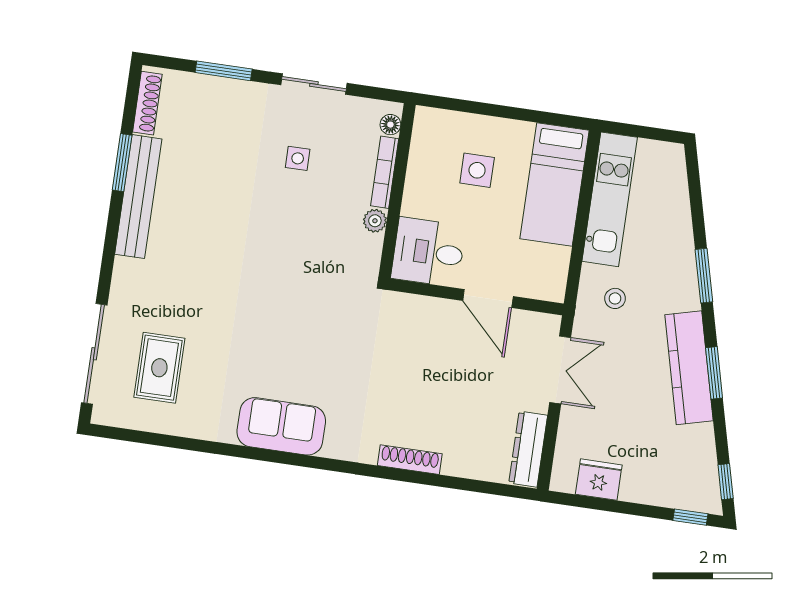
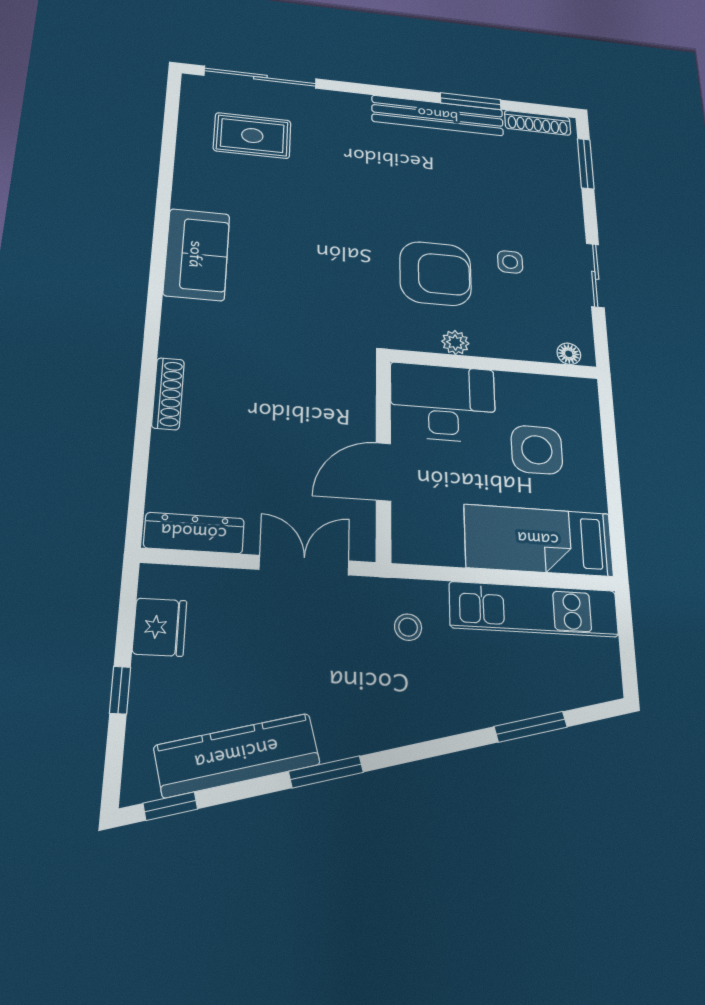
window: (224, 71) -> (586, 164), moved
side table: (477, 170) -> (537, 450), width x1.37, depth x1.37
bookcase: (385, 172) -> (513, 350), removed
armchair: (307, 227) -> (436, 274), added
desk: (428, 252) -> (443, 403), width x1.37
window: (704, 276) -> (531, 727), moved
kitchen counter: (689, 368) -> (237, 755), moved
double door: (560, 370) -> (304, 565), swing flipped
window: (690, 517) -> (120, 690), moved

